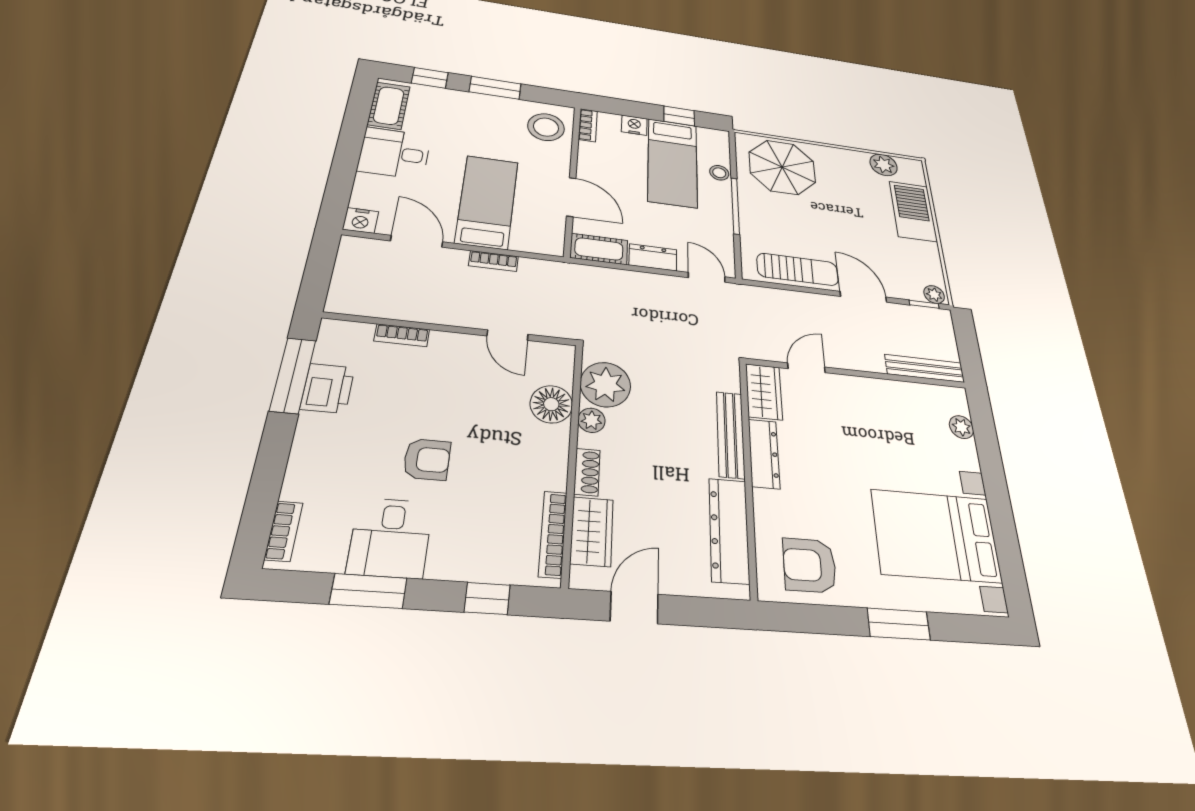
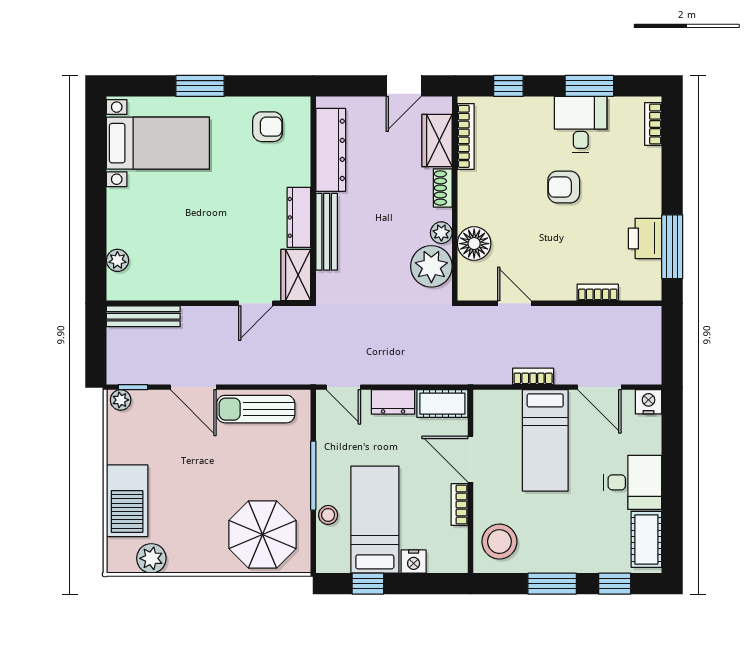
bookcase: (588, 125) -> (459, 505), moved
bed with nightstands: (936, 536) -> (158, 143), width x0.73
armchair: (810, 565) -> (268, 127), width x0.72, depth x0.72

